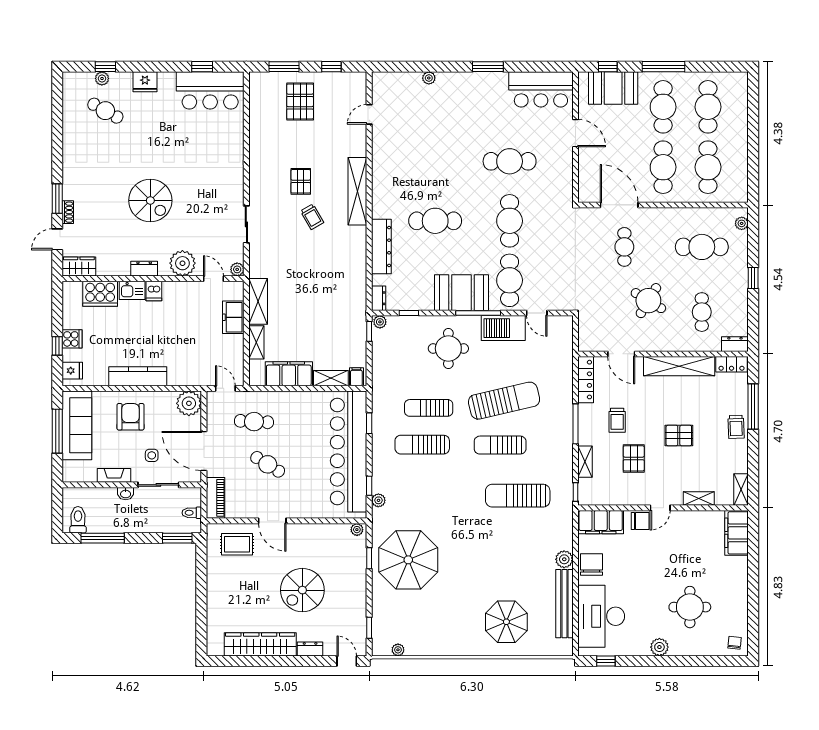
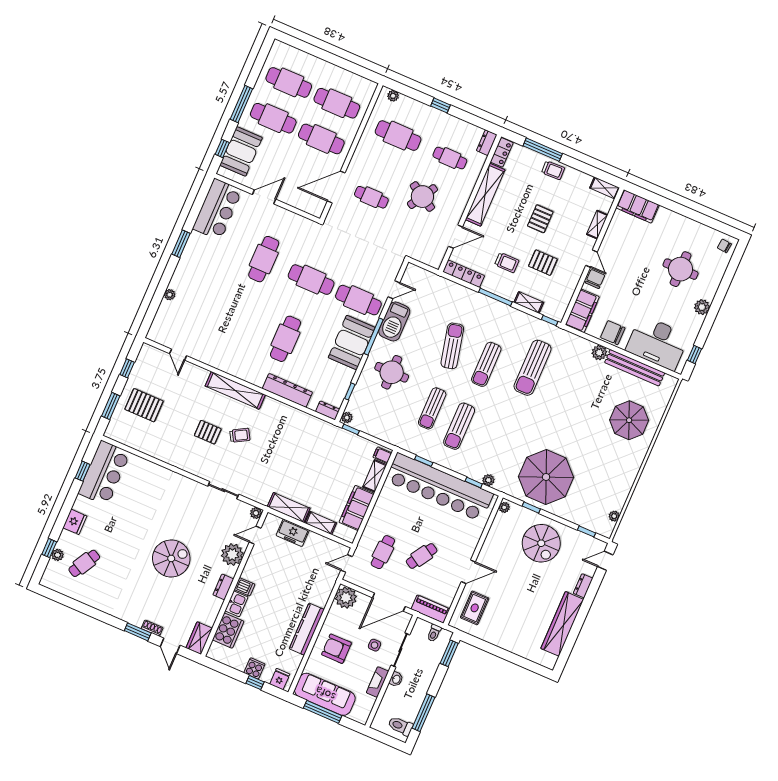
cafe table: (702, 247) -> (398, 136), turned 90
sun lounger: (504, 401) -> (452, 346), width x0.73, depth x0.75
spiral stairs: (302, 590) -> (541, 543), moved

